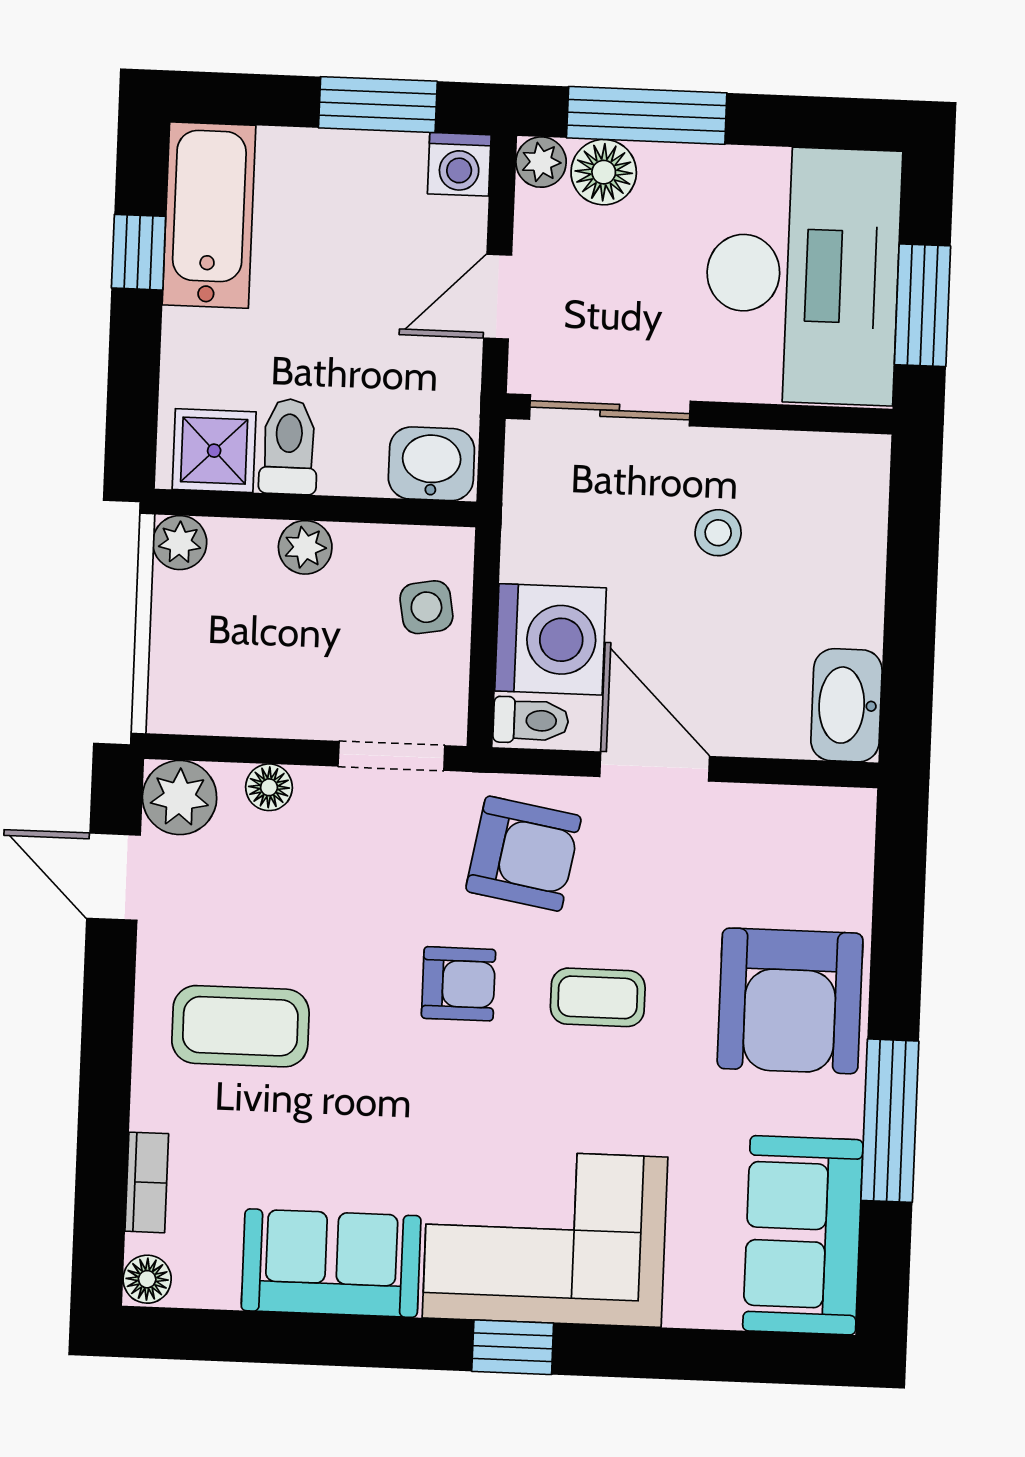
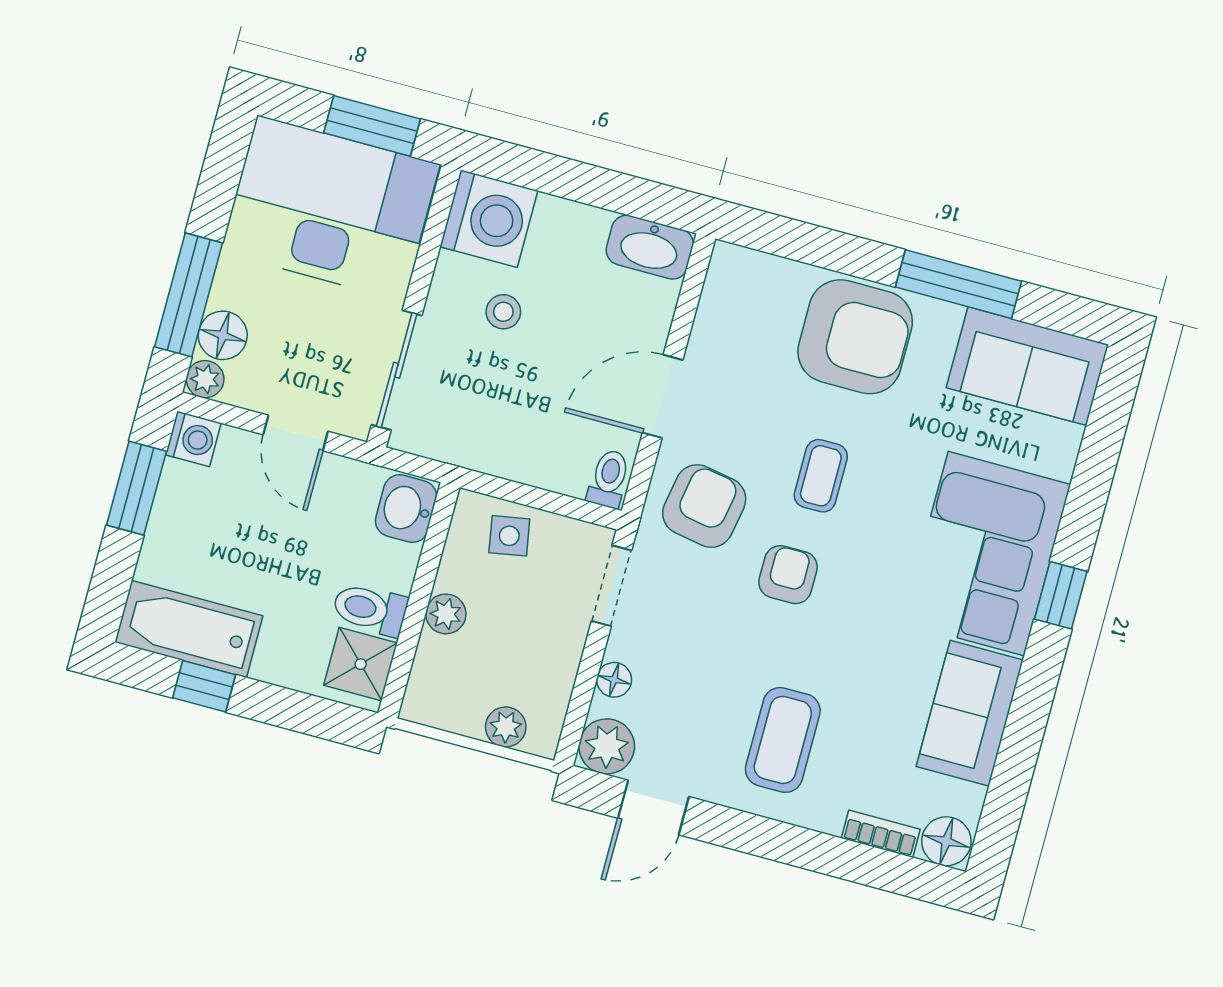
plant: (180, 543) -> (506, 727), moved
washing machine: (550, 639) -> (489, 219), moved, turned 90
floor lamp: (147, 1279) -> (946, 841), width x1.37, depth x1.37

